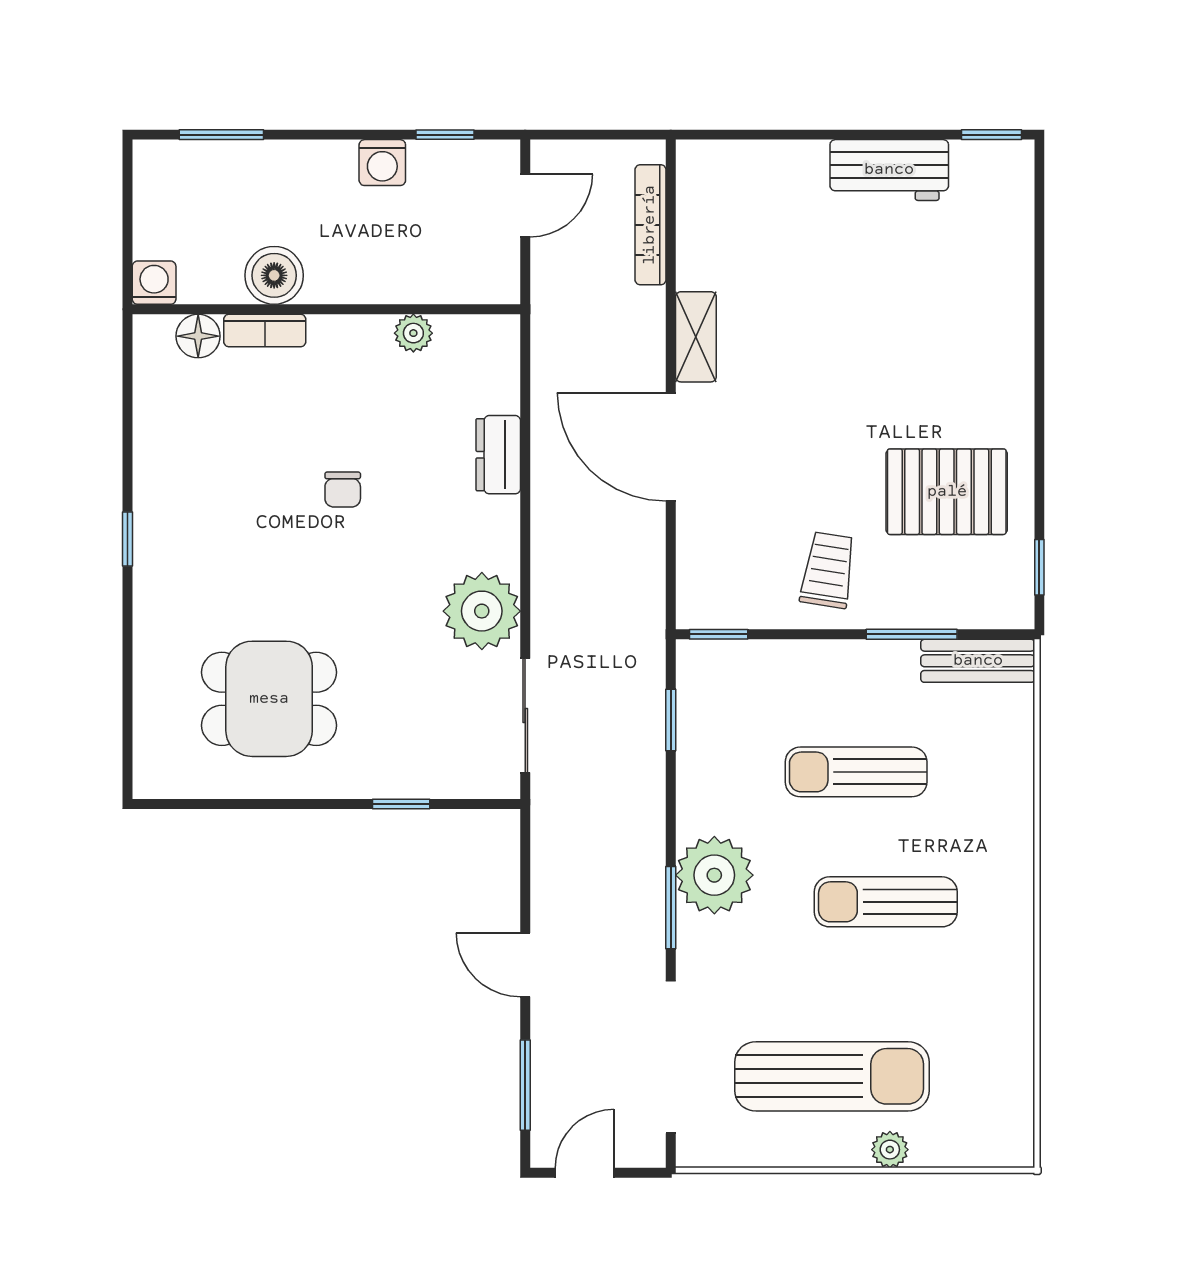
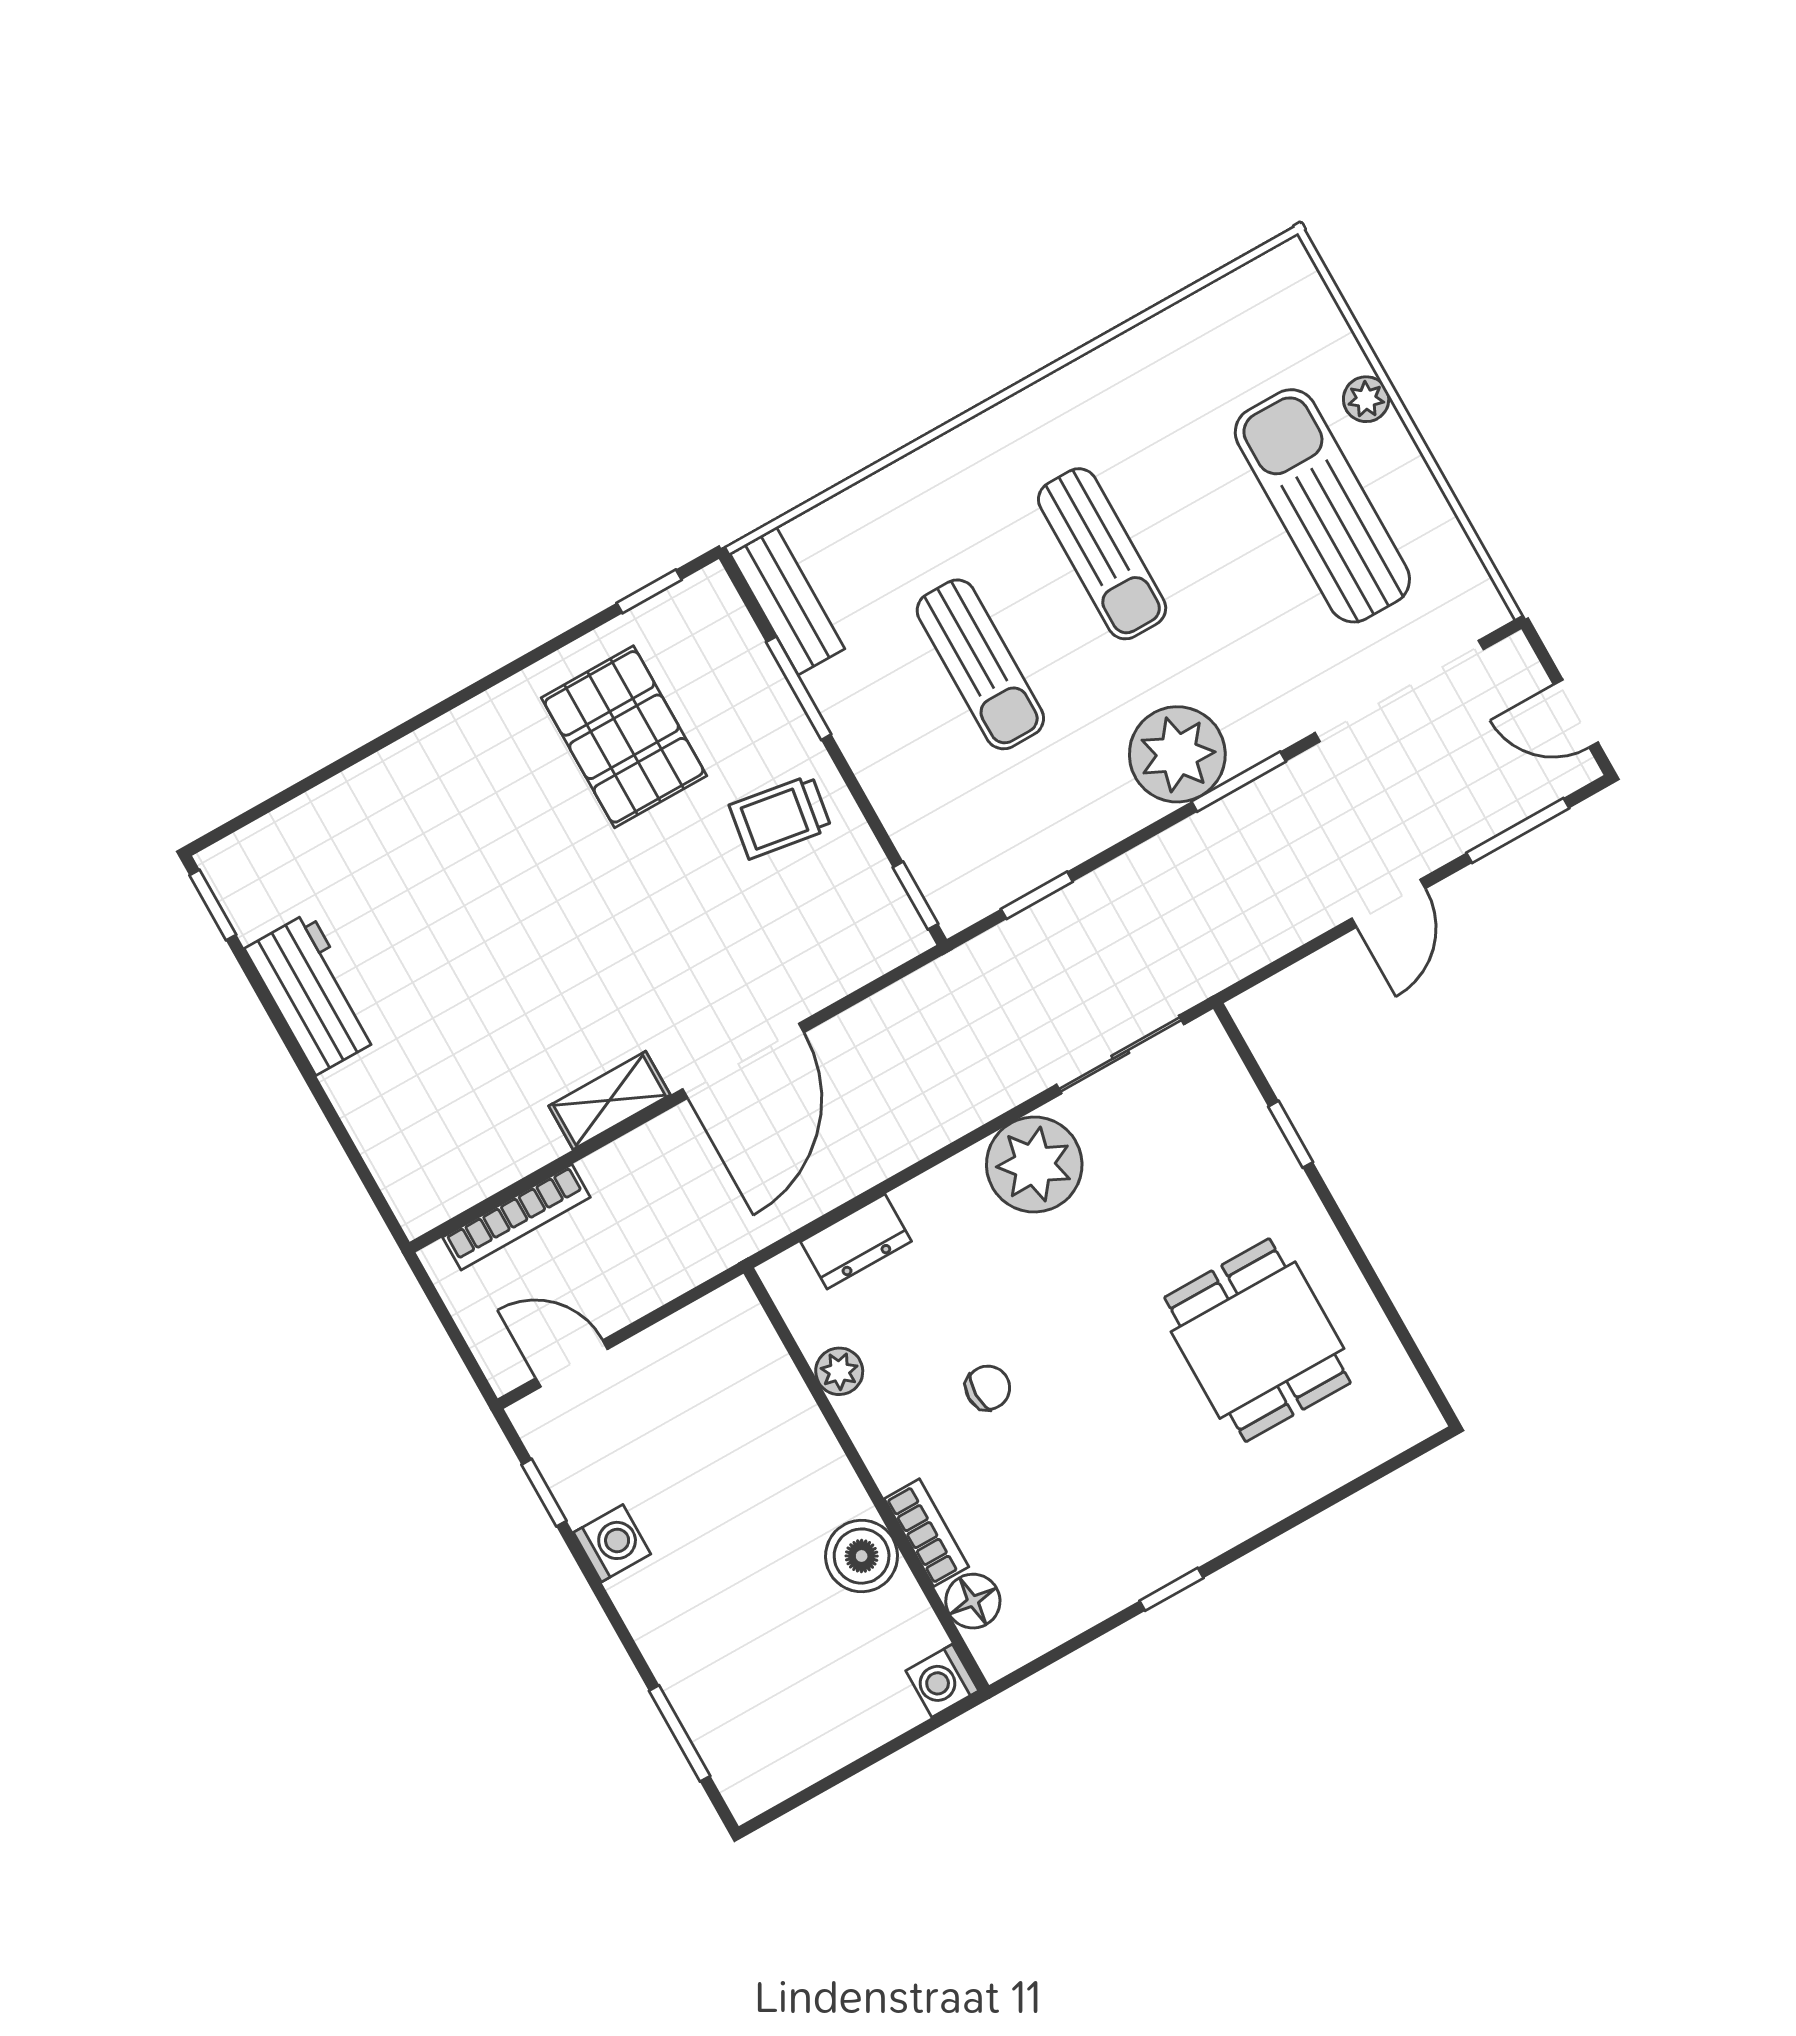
boiler: (274, 275) -> (862, 1556), moved
washing machine: (154, 283) -> (942, 1681), moved
wall: (326, 309) -> (866, 1479), moved
bookcase: (265, 330) -> (927, 1533), moved
plant: (413, 333) -> (839, 1371), moved
floor lamp: (198, 336) -> (973, 1601), moved

